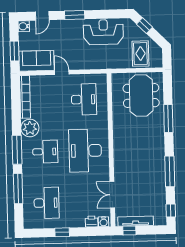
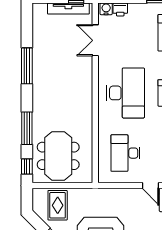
double door: (112, 195) -> (95, 40), swing flipped
window: (171, 210) -> (27, 167), moved

